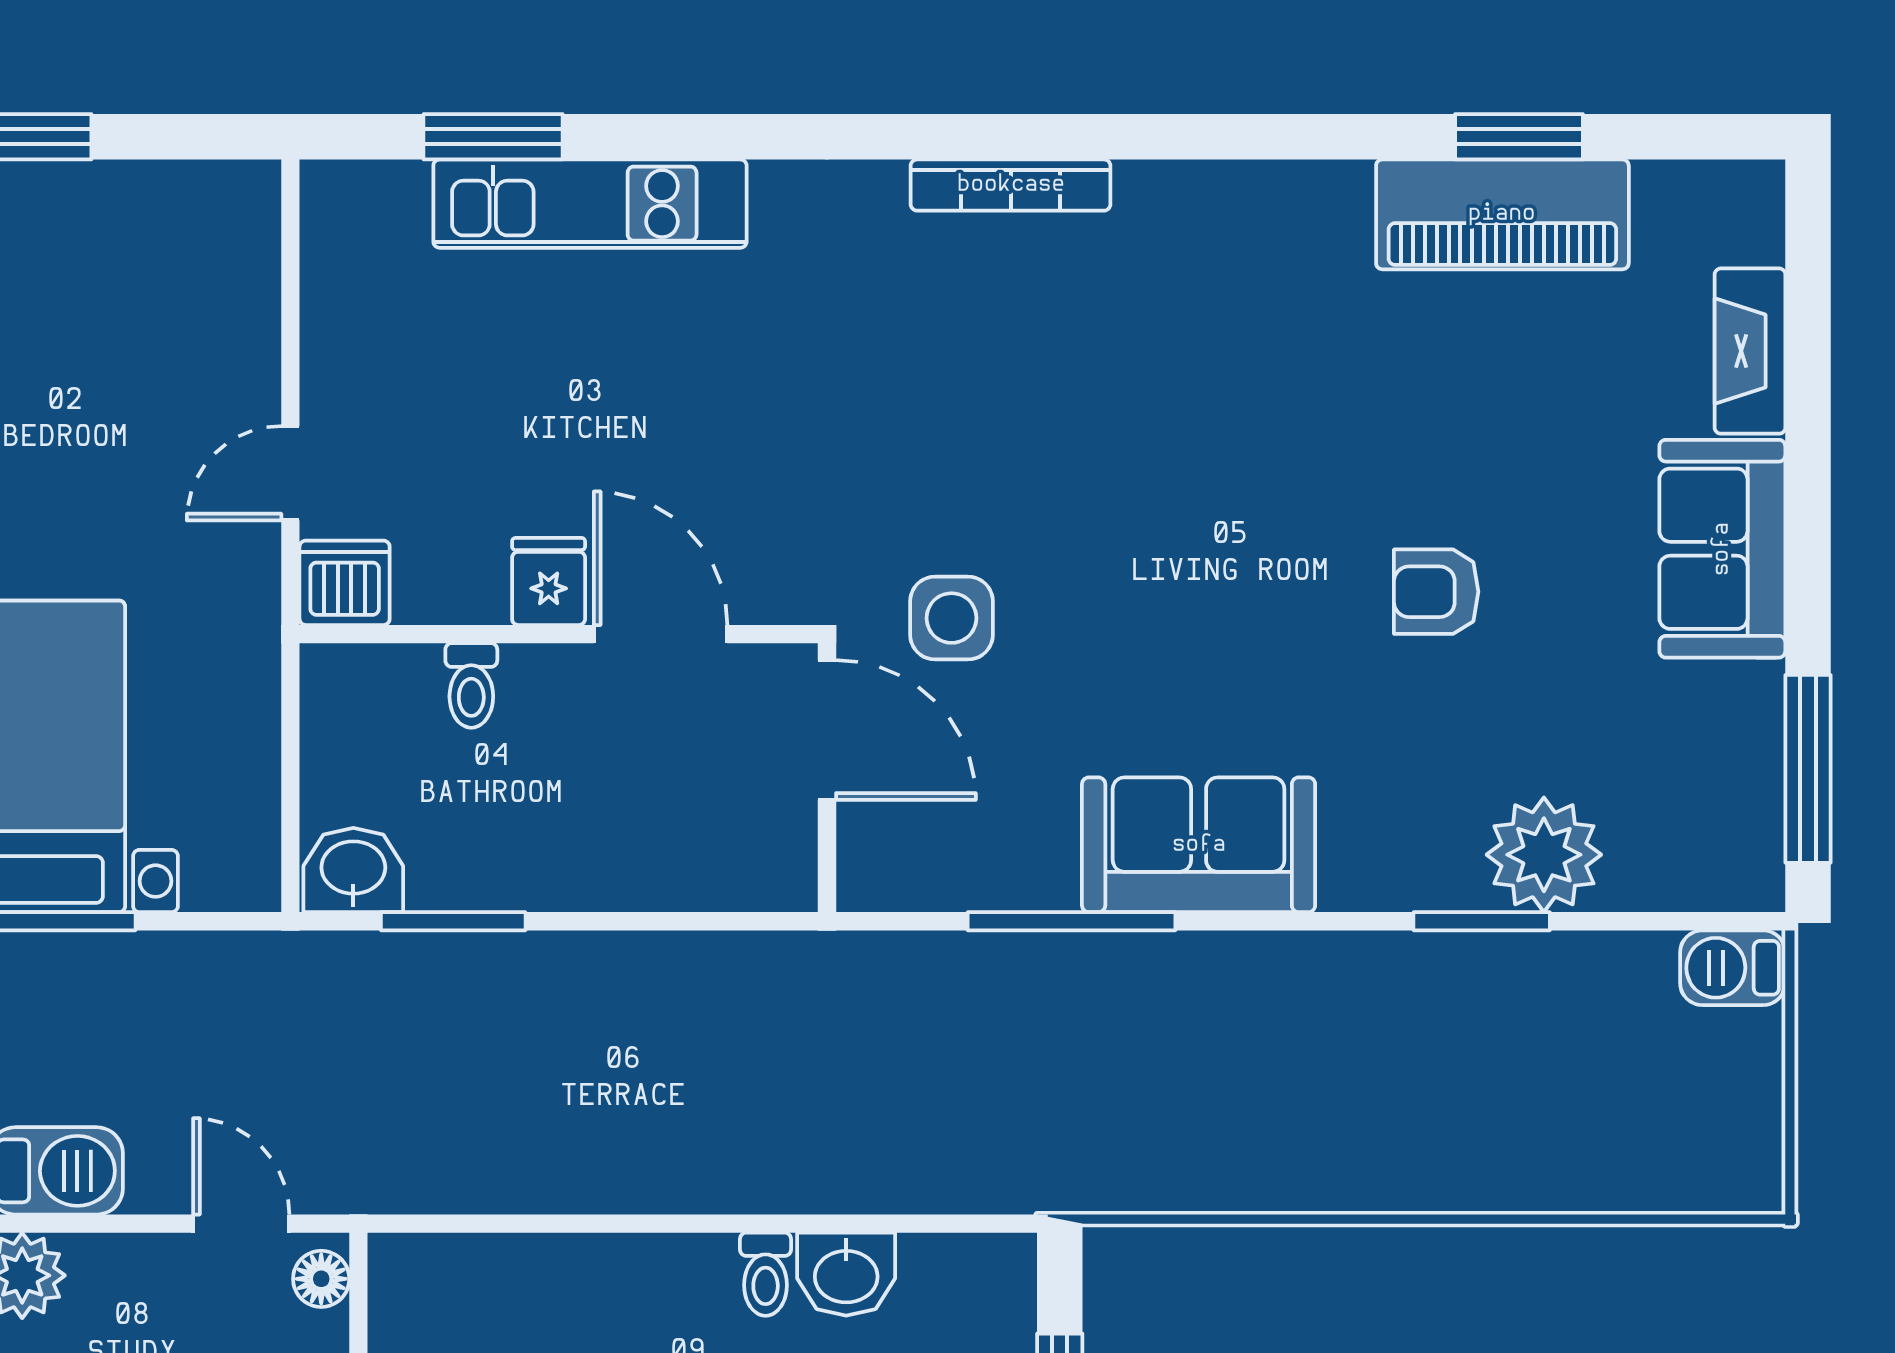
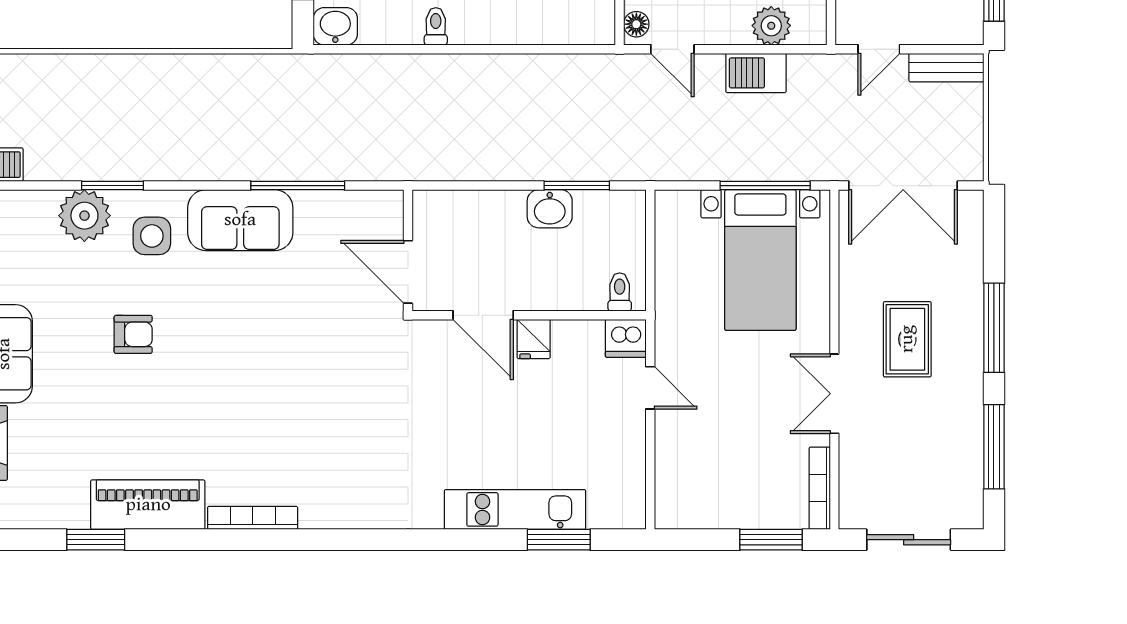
bookcase: (1011, 185) -> (253, 518), moved
piano: (1502, 214) -> (148, 505), moved
door: (290, 473) -> (650, 388), hinge flipped
side table: (952, 618) -> (152, 236), moved
toilet: (471, 685) -> (620, 292), moved
washbasin: (353, 870) -> (550, 209), moved
washbasin: (846, 1274) -> (335, 26), moved

